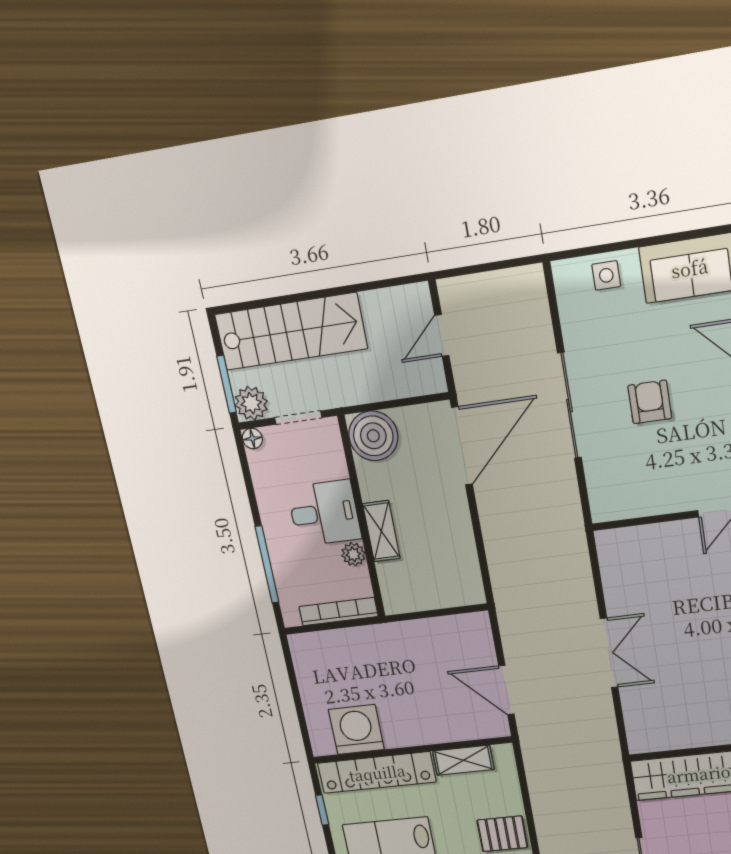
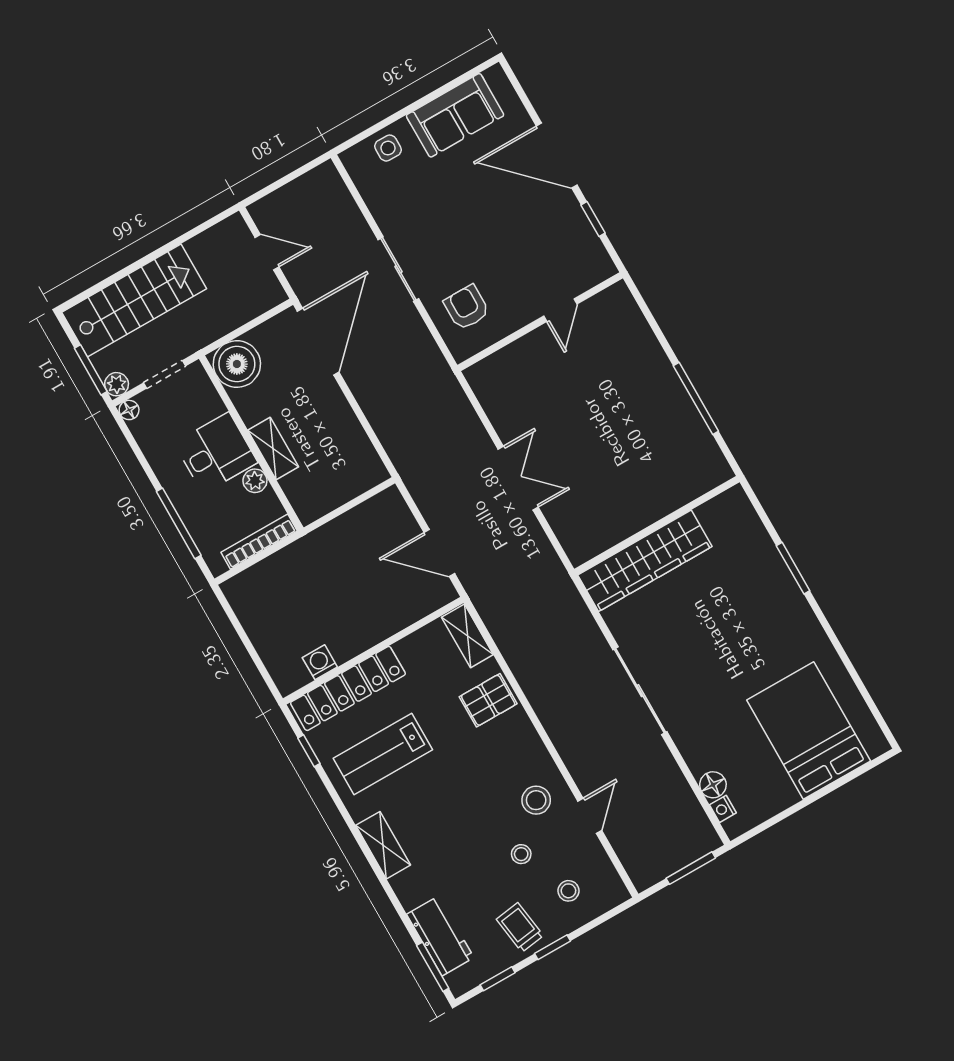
door: (442, 335) -> (267, 252), swing flipped
armchair: (650, 402) -> (466, 307), moved
plant: (251, 403) -> (117, 384), width x0.73, depth x0.73
sliding door: (569, 406) -> (398, 269), width x0.73
washing machine: (356, 730) -> (320, 662), width x0.53, depth x0.53
shelving: (463, 760) -> (467, 636), moved, turned 90

